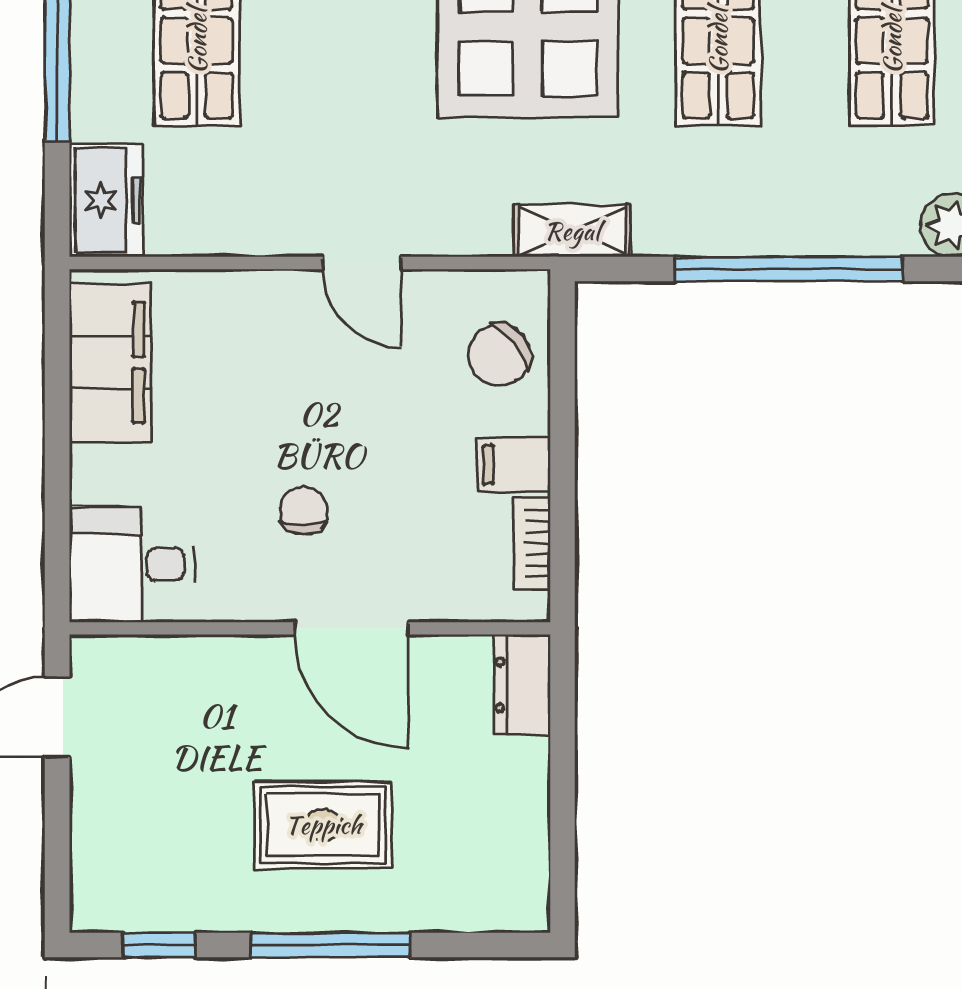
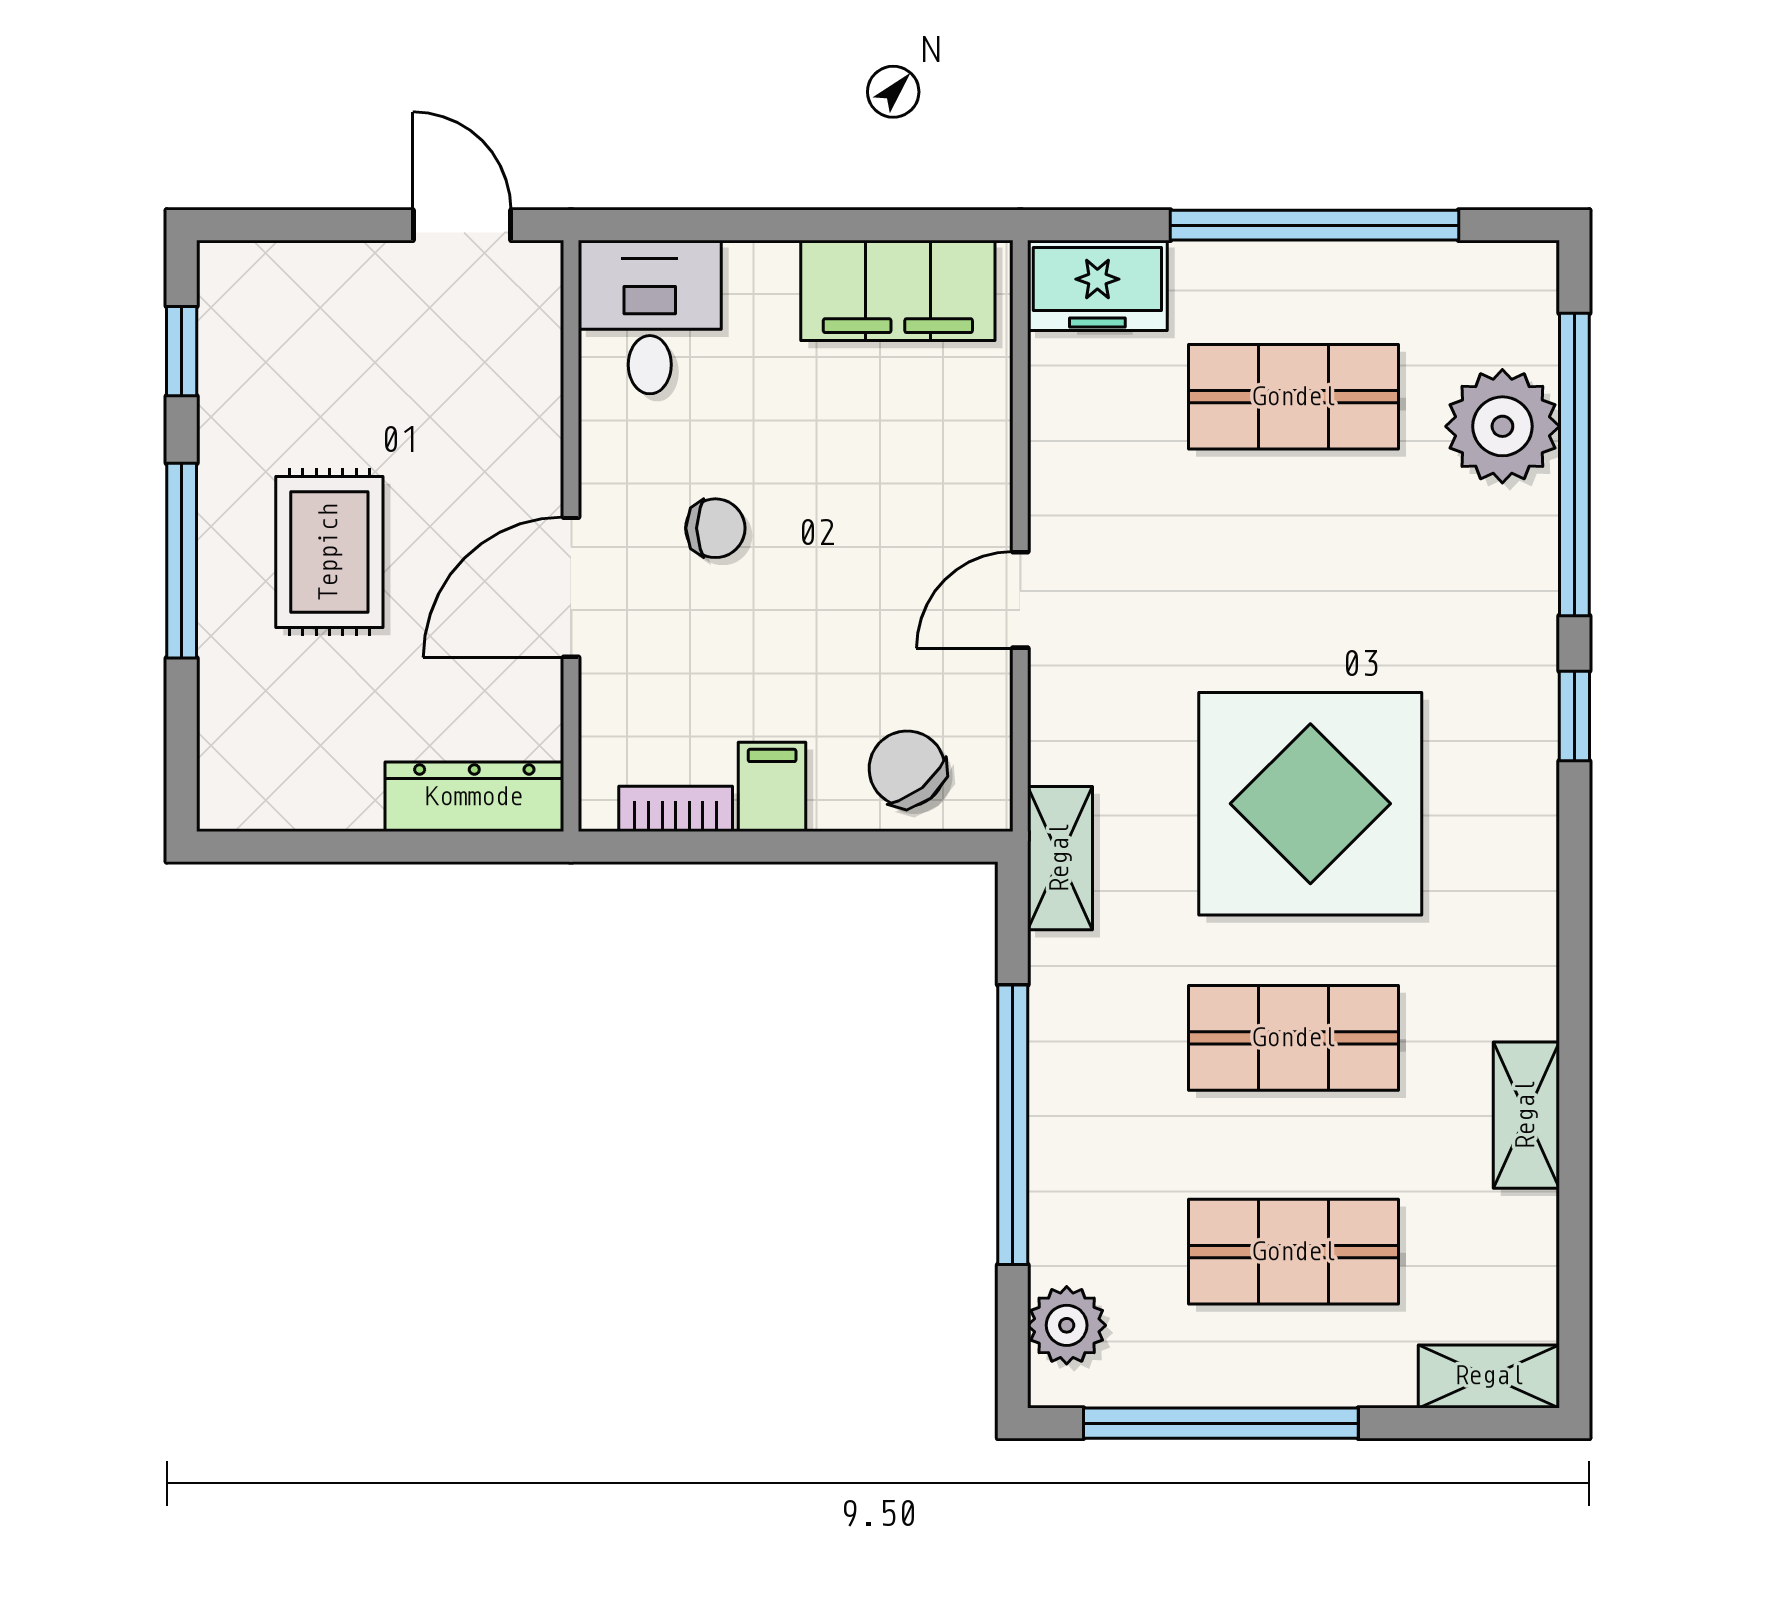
dresser: (522, 685) -> (474, 797), width x1.44

